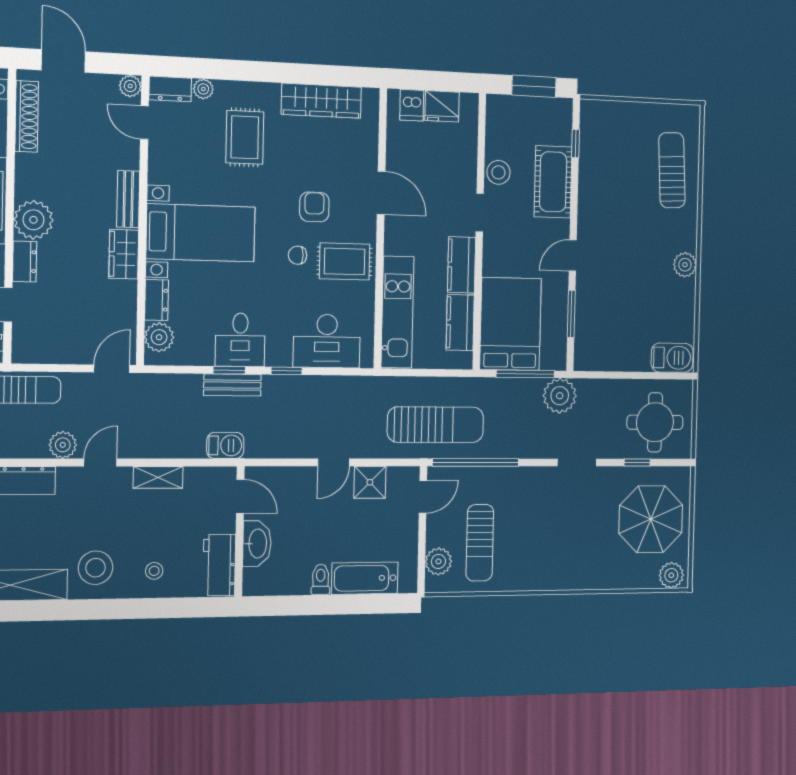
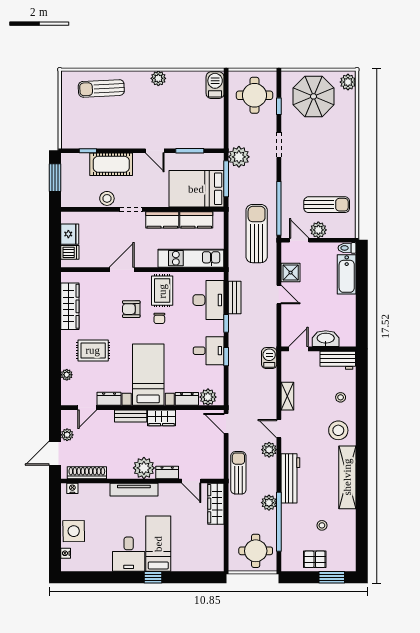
plant: (130, 86) -> (67, 435), moved
dresser: (170, 89) -> (109, 399), moved, turned -90
bench: (232, 385) -> (235, 298), moved
plant: (438, 561) -> (318, 230), moved
toilet: (321, 580) -> (347, 248), moved

